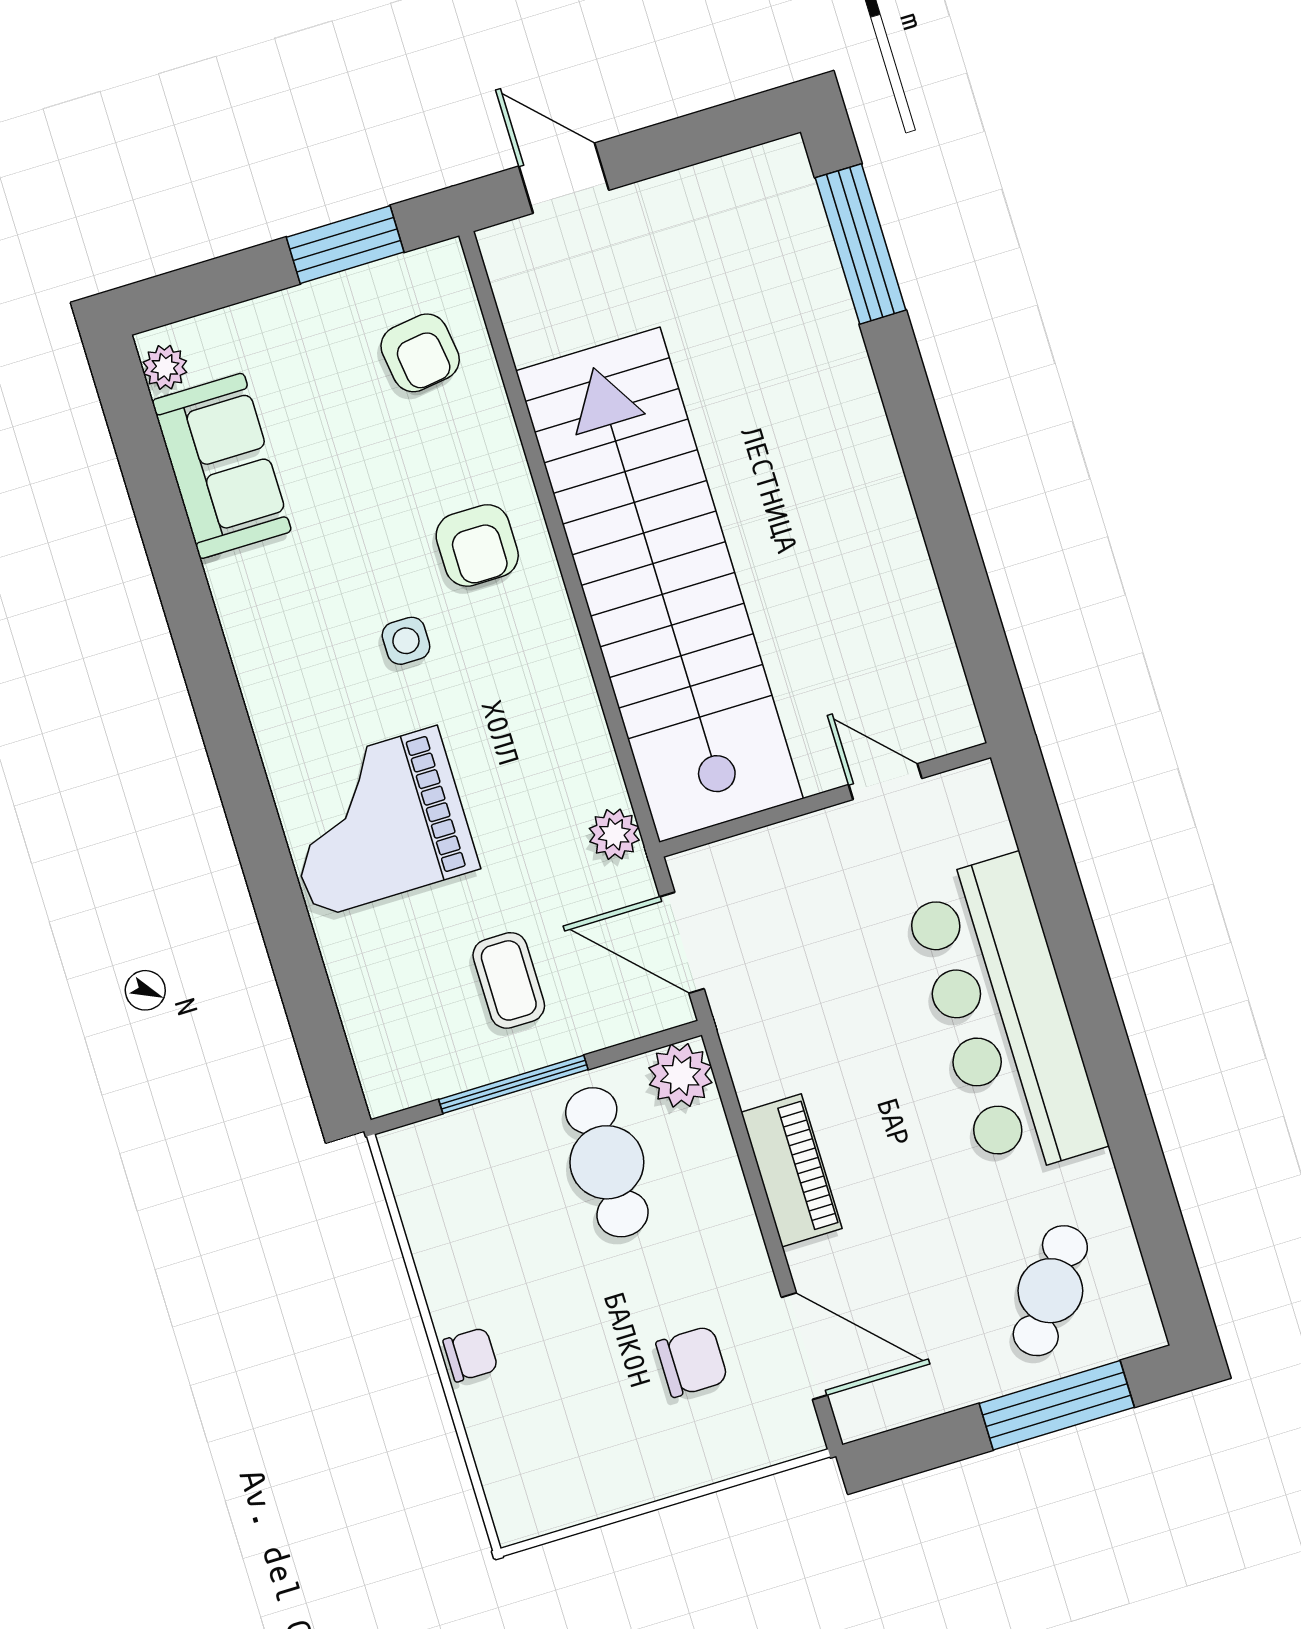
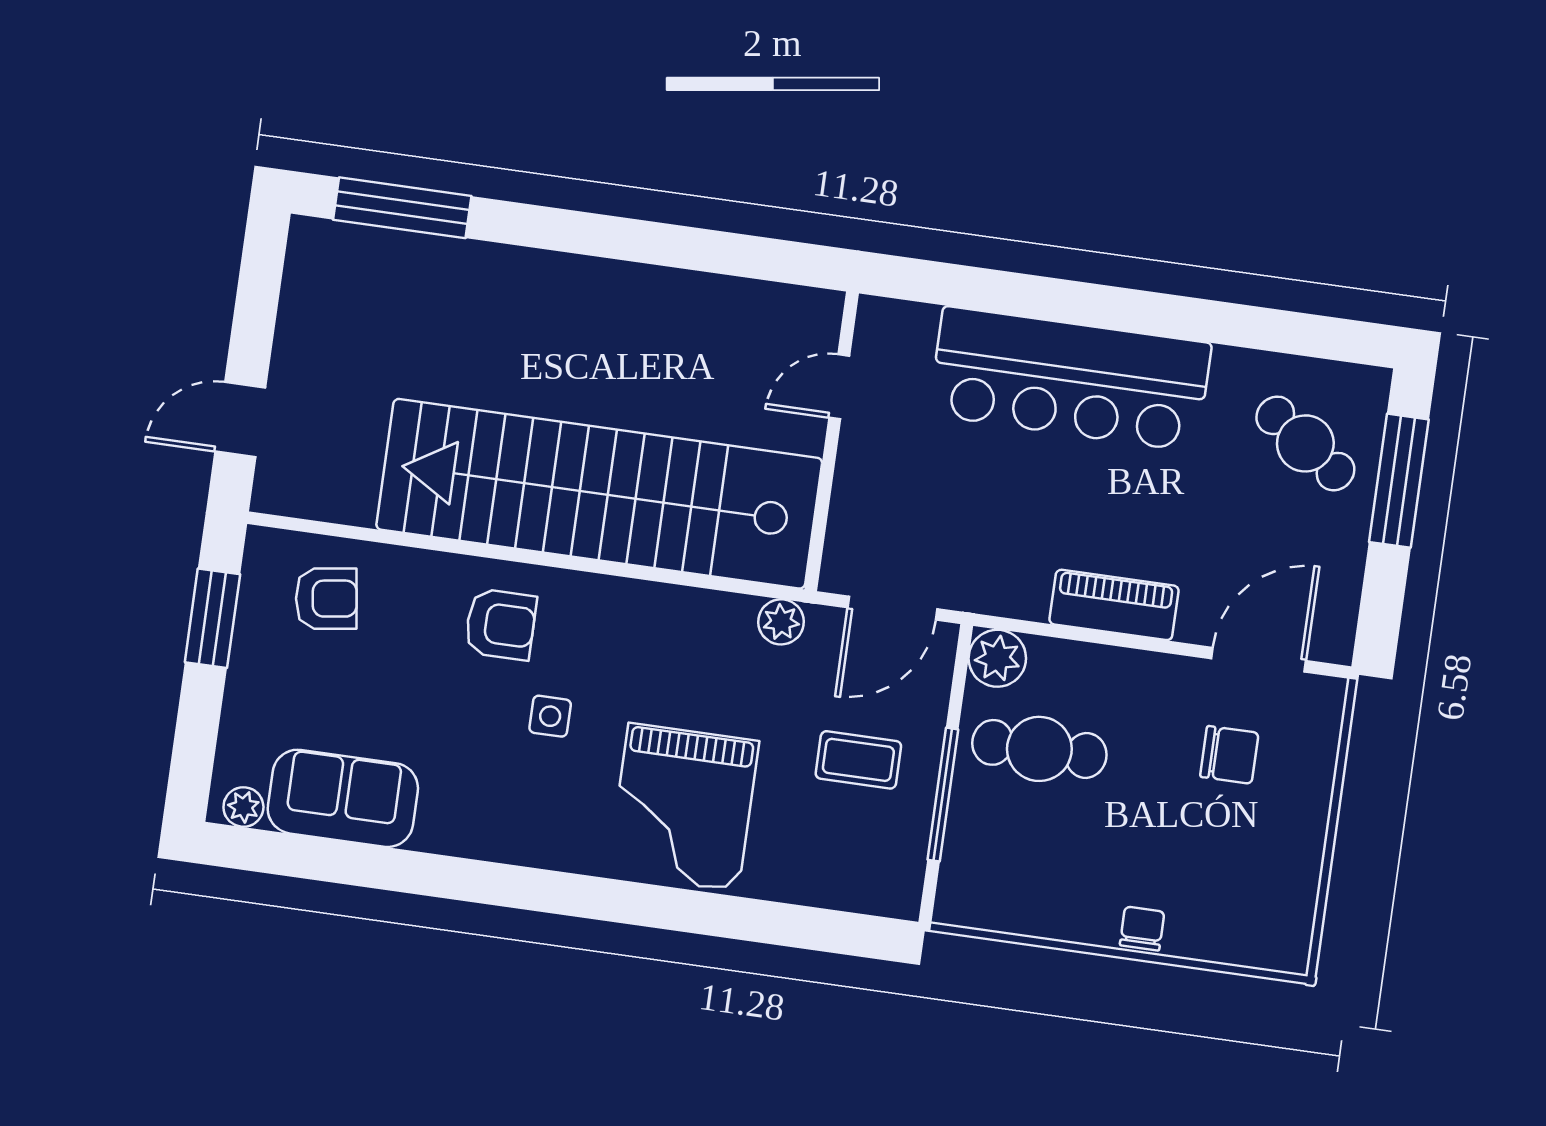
chair: (692, 1362) -> (1229, 755), turned 90

